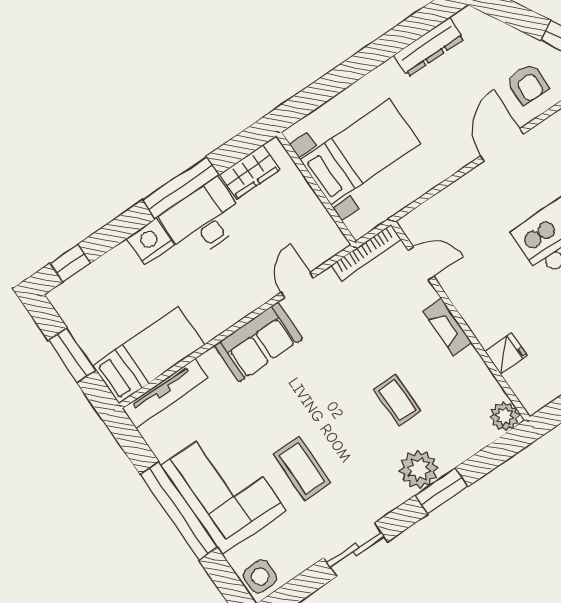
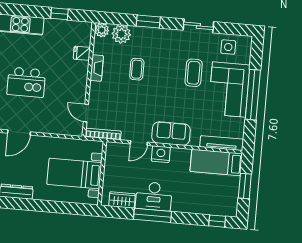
nightstand: (150, 241) -> (161, 154), moved, turned 180
fireplace: (447, 327) -> (97, 68), moved
plant: (419, 469) -> (121, 34), moved
side table: (260, 577) -> (228, 47), moved

